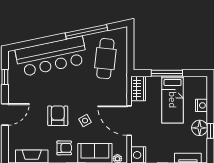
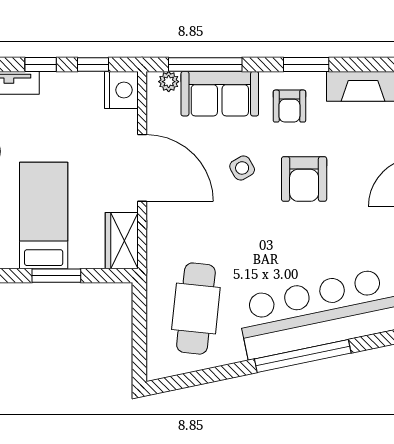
window: (87, 32) -> (303, 356), moved
window: (167, 73) -> (56, 276), width x0.69
armchair: (64, 148) -> (289, 106), turned -90

